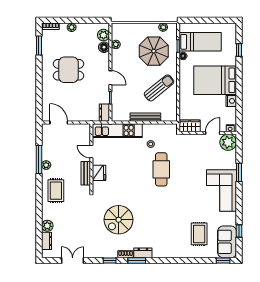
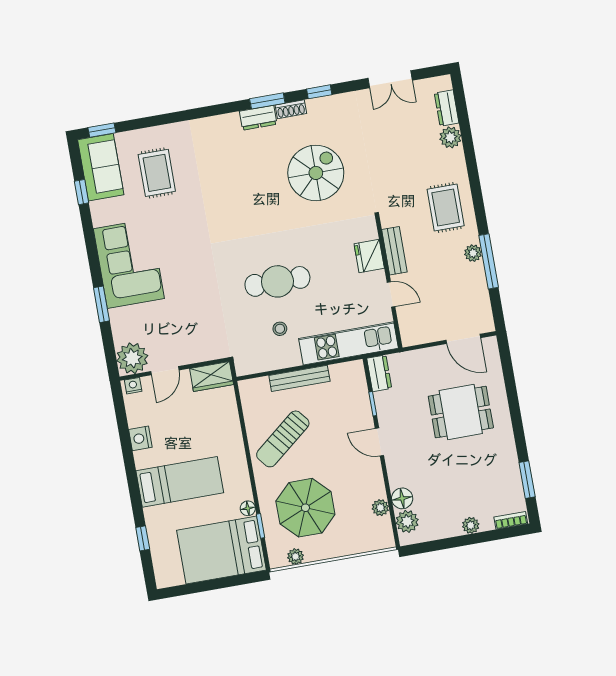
bed: (200, 42) -> (221, 550), width x1.50
dining table: (69, 70) -> (461, 412), moved
bed: (215, 80) -> (180, 482), width x0.67
cafe table: (161, 169) -> (277, 281), moved, turned 90

